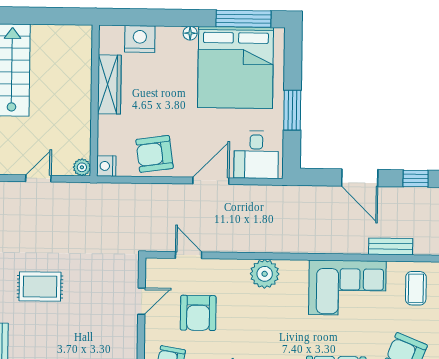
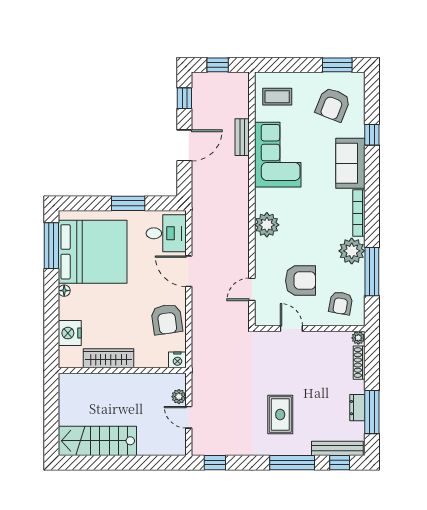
plant: (82, 167) -> (179, 397), moved
bench: (391, 246) -> (242, 137), moved

